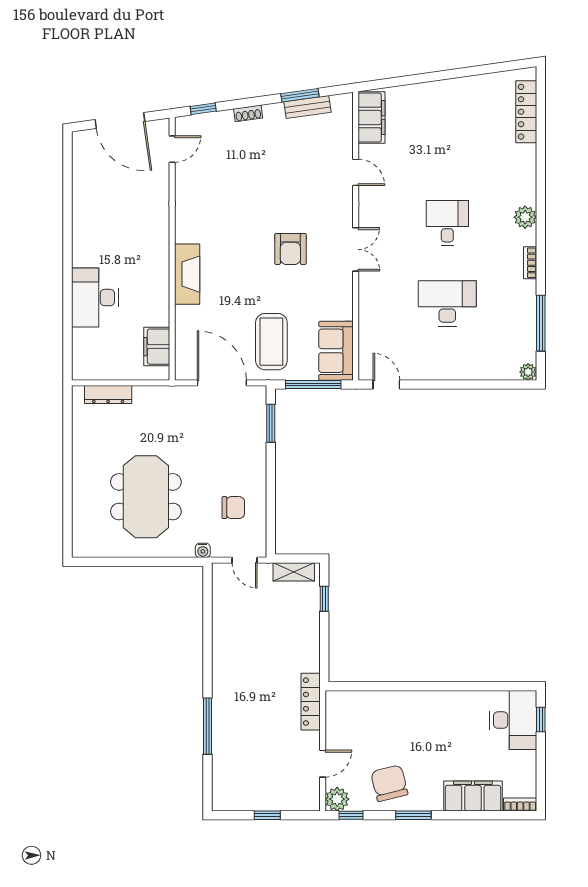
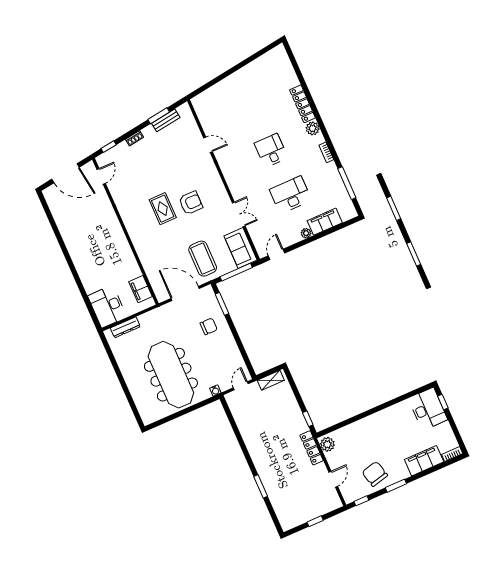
locker: (526, 112) -> (302, 104), moved
filing cabinet: (371, 118) -> (325, 222), moved, turned -90
rug: (244, 239) -> (163, 209), added
armchair: (290, 249) -> (191, 203), turned -90
double door: (356, 249) -> (239, 214), moved
fireplace: (187, 274) -> (140, 242), removed
desk: (95, 298) -> (107, 306), moved
plant: (528, 372) -> (306, 233), moved
door: (386, 384) -> (277, 254), hinge flipped
meeting table: (146, 497) -> (171, 375), width x1.36
chair: (233, 508) -> (209, 326), moved
door: (245, 560) -> (241, 386), swing flipped
window: (324, 599) -> (308, 419), moved
window: (208, 726) -> (261, 486), width x0.69
plant: (337, 799) -> (327, 444), moved

